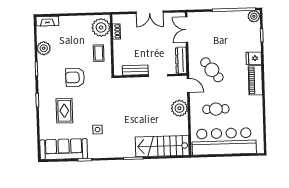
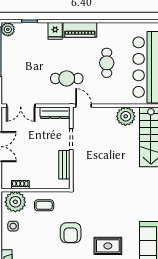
cafe table: (212, 70) -> (67, 78), turned 39
door: (188, 85) -> (83, 106), hinge flipped
plant: (179, 108) -> (126, 116), moved
cafe table: (216, 109) -> (107, 63), moved
side table: (98, 130) -> (13, 226), moved

